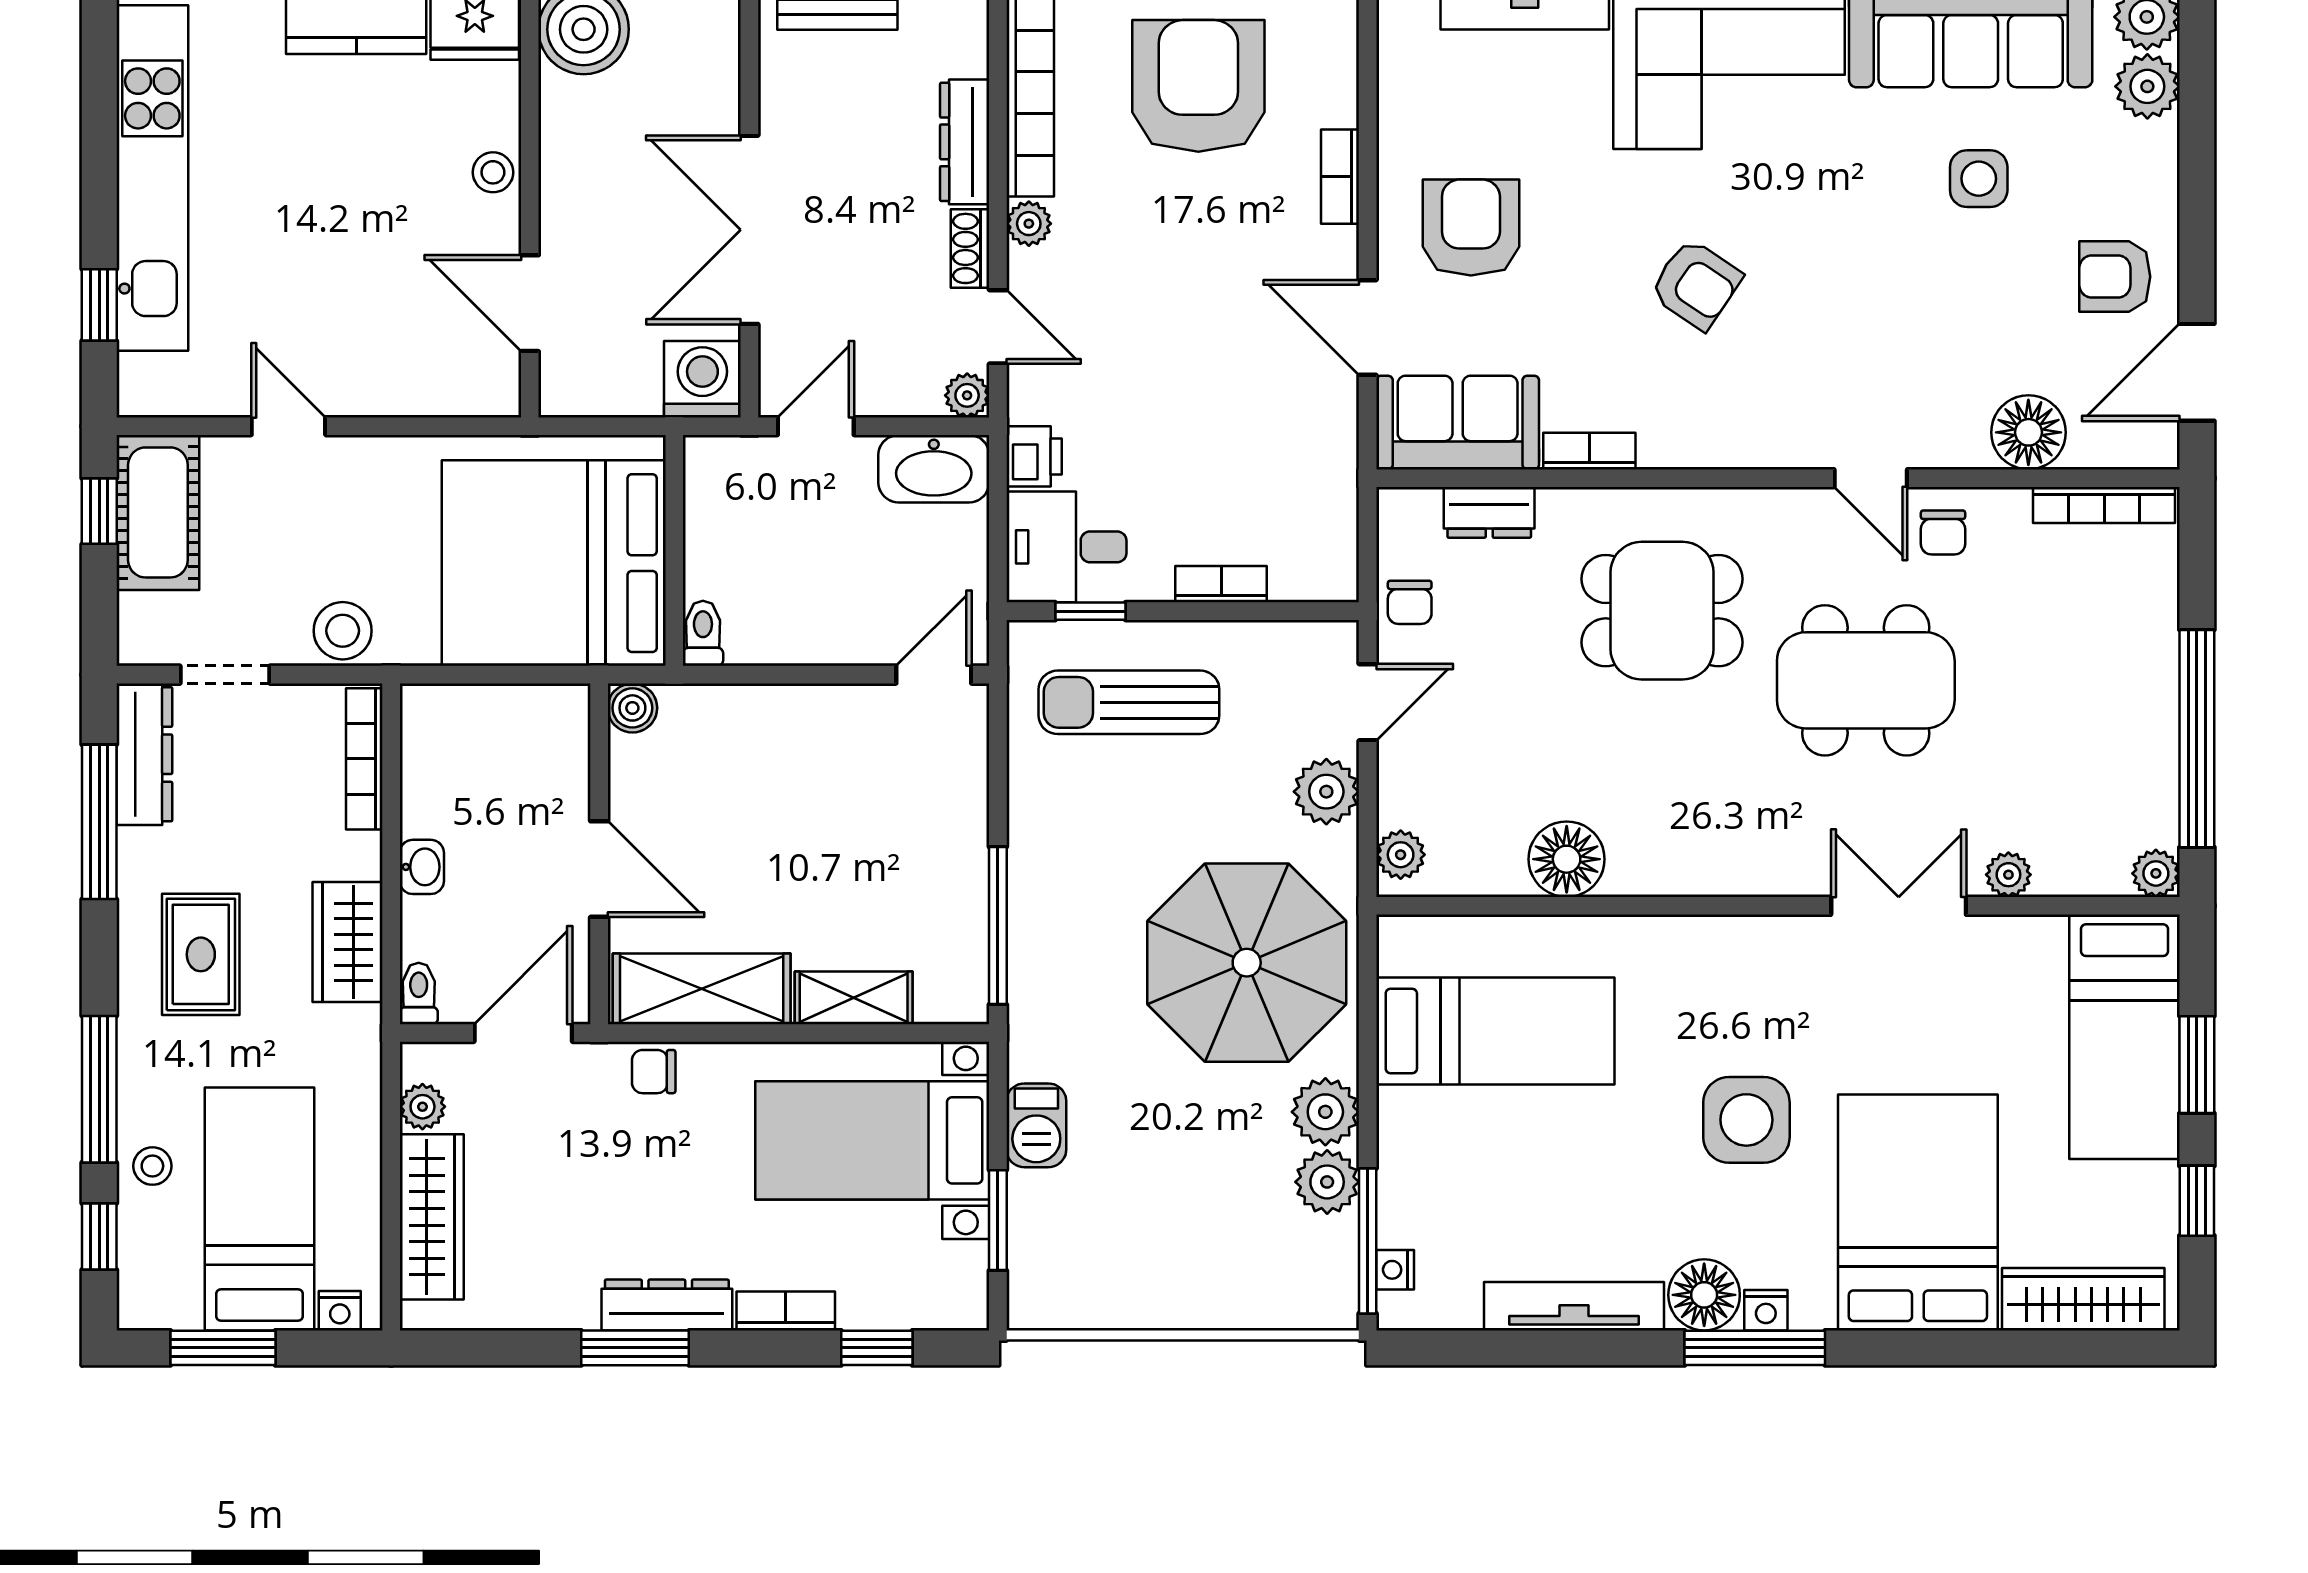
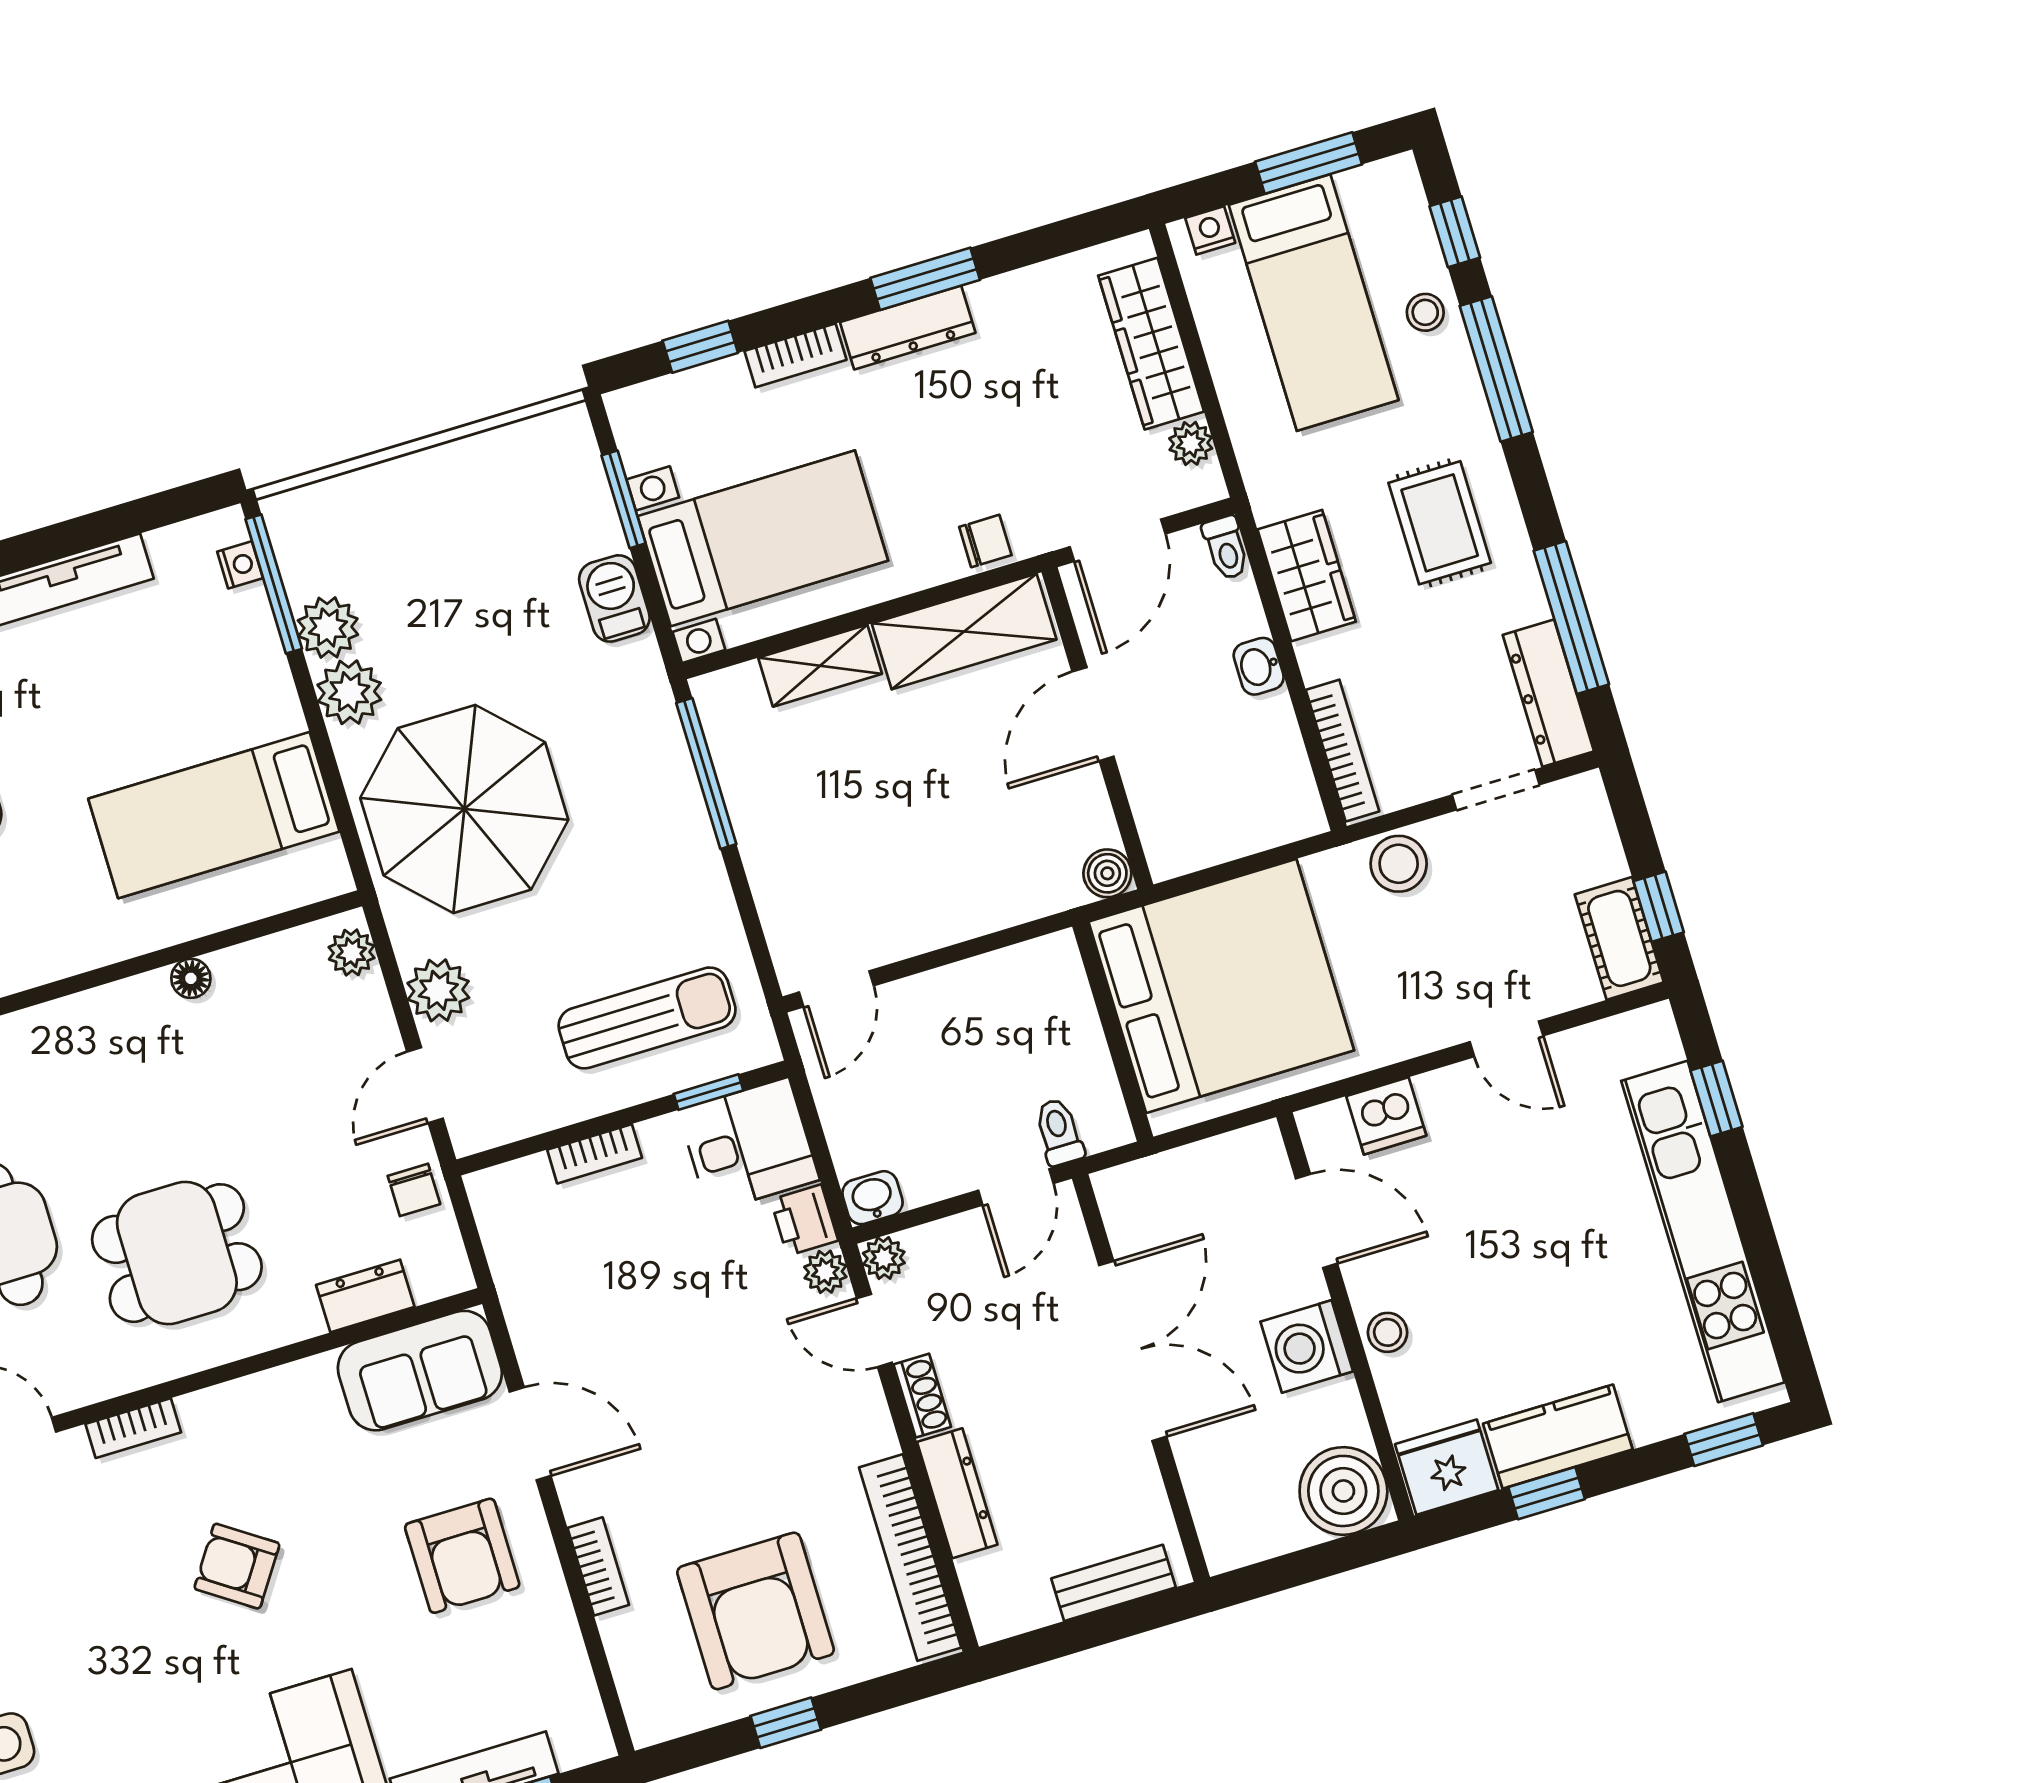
plant: (1029, 224) -> (825, 1272), moved
washing machine: (702, 379) -> (1307, 1346), moved, turned 90
dishwasher: (430, 386) -> (1386, 1116), added
bookcase: (1589, 451) -> (133, 1428), moved
washbasin: (934, 469) -> (873, 1198), width x0.52, depth x0.69
cot: (158, 512) -> (1619, 938), width x0.73, depth x0.75
chair: (1410, 602) -> (414, 1190), turned 180
toilet: (703, 633) -> (1059, 1132), moved, turned 180
floor lamp: (1567, 859) -> (191, 978), width x0.53, depth x0.53
door: (599, 869) -> (1093, 714), hinge flipped

